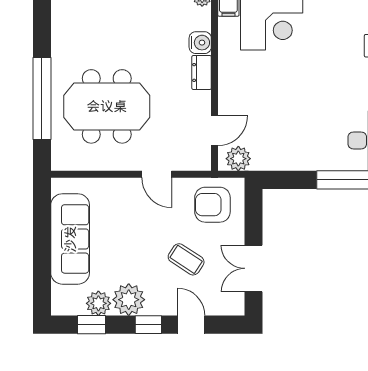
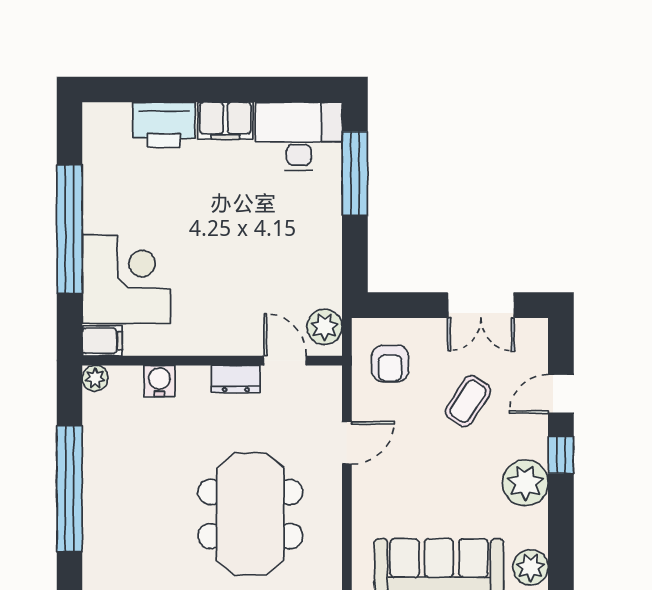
dresser: (202, 72) -> (236, 379), moved
armchair: (212, 205) -> (390, 363), width x0.72, depth x0.72
plant: (98, 303) -> (531, 567), moved
window: (91, 325) -> (561, 536), removed

